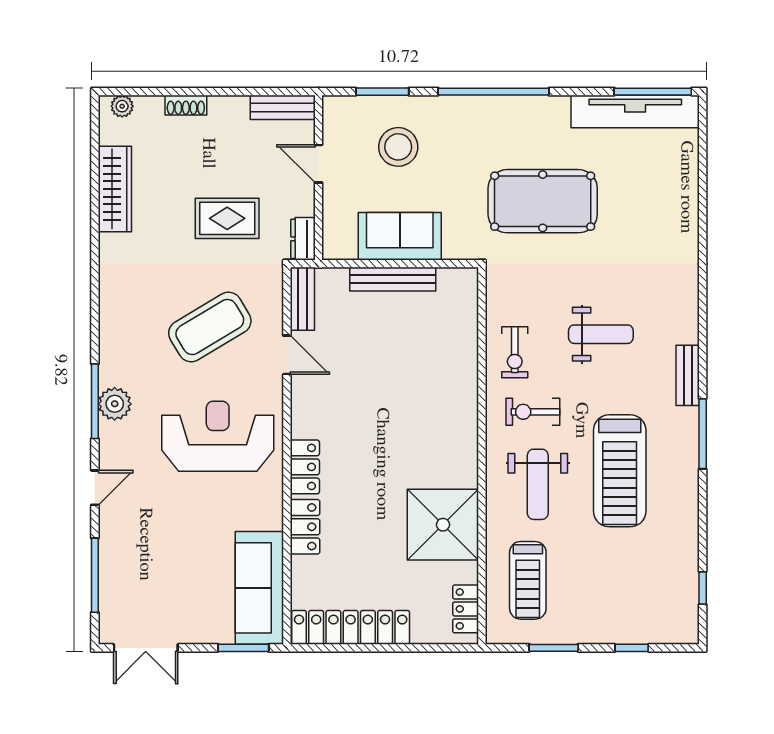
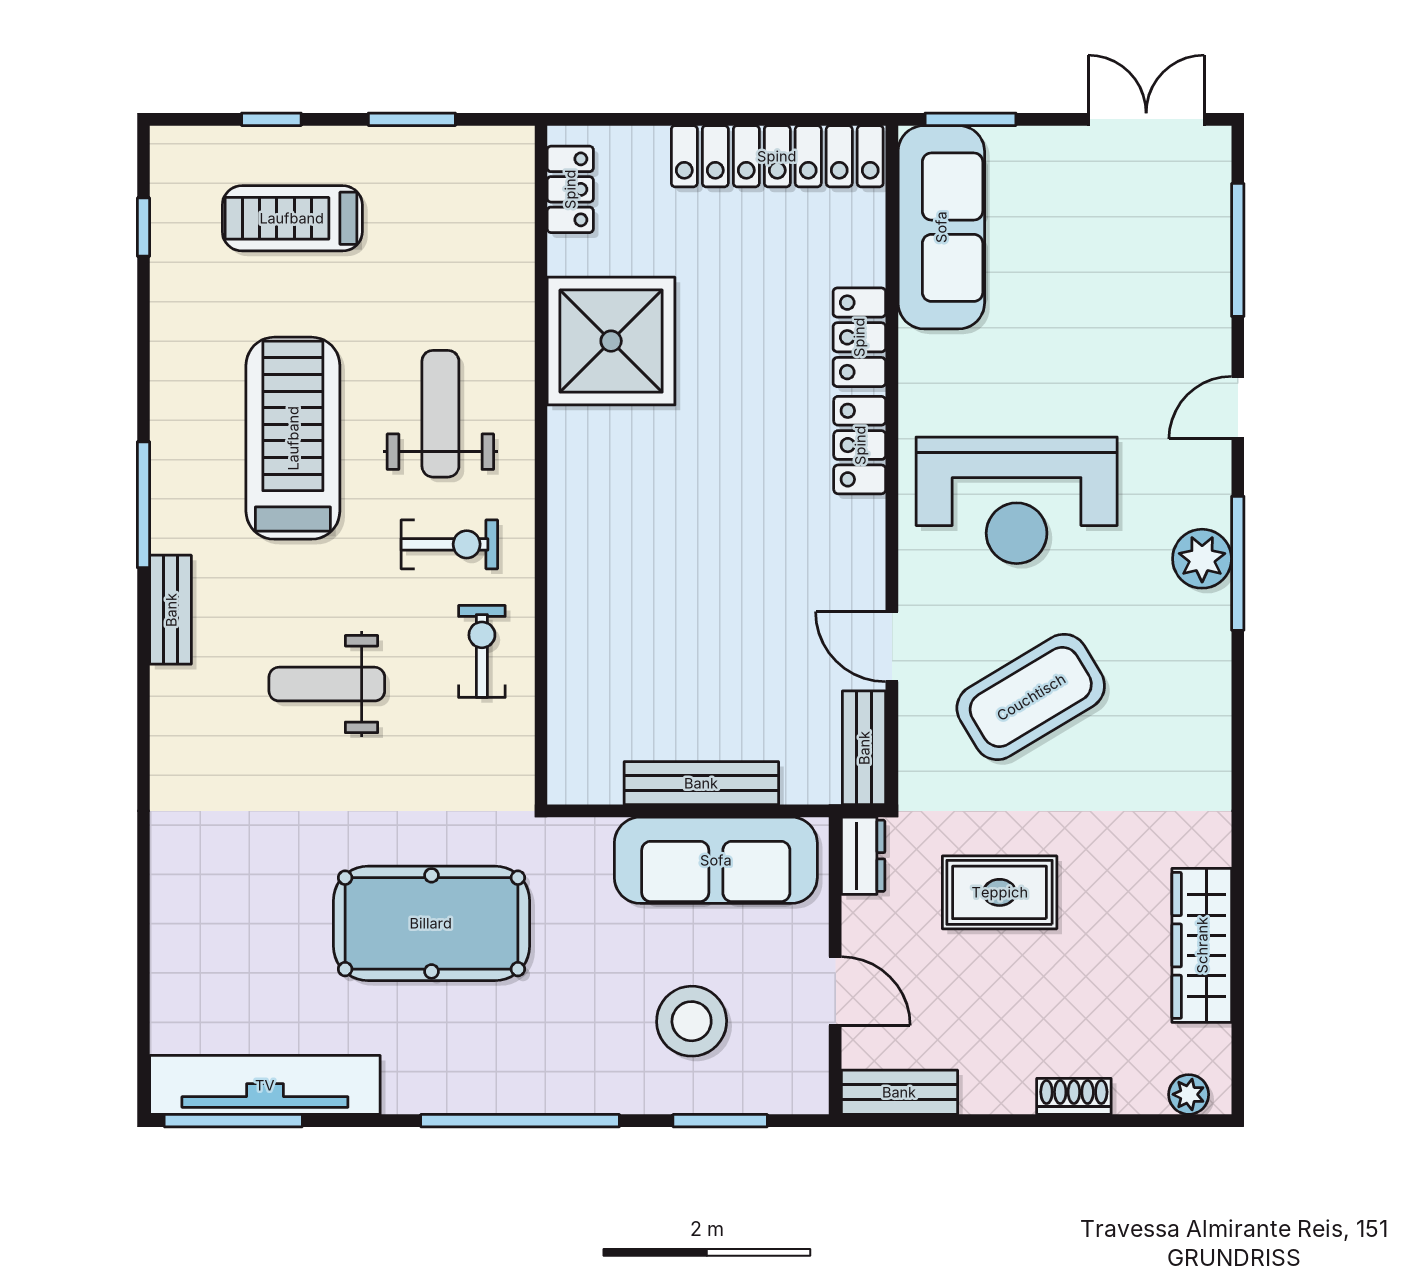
sofa: (400, 236) -> (716, 860), width x1.36
treadmill: (528, 580) -> (292, 218), moved, turned -90

